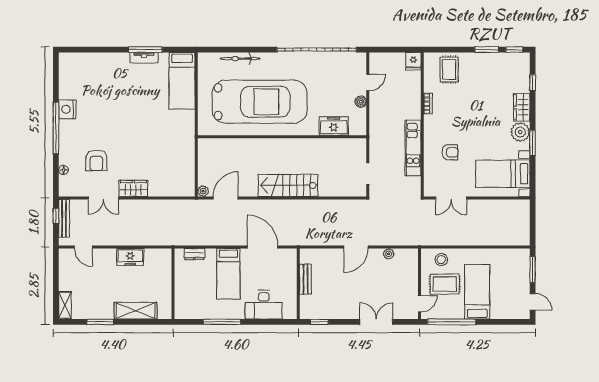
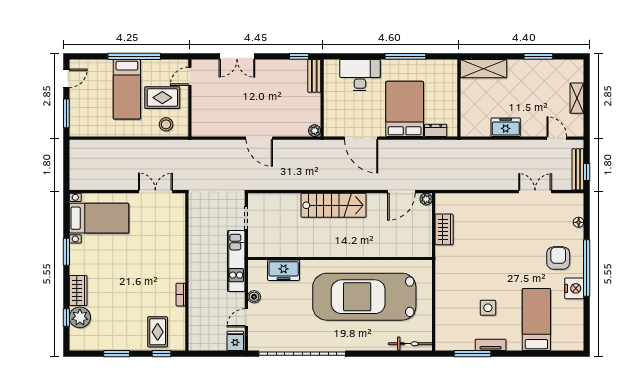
window: (145, 50) -> (472, 354), moved
window: (514, 50) -> (161, 354), moved
bicycle: (240, 59) -> (410, 344), moved
fridge: (413, 61) -> (235, 341), moved
bed: (182, 81) -> (536, 320), moved
side table: (146, 92) -> (488, 308), added
plant: (520, 132) -> (80, 317), moved
kitchen unit: (413, 148) -> (236, 261), moved, turned 180
armchair: (450, 152) -> (157, 241), removed
armchair: (96, 161) -> (558, 258), moved
wardrobe: (133, 188) -> (444, 229), moved, turned -90
door: (356, 247) -> (259, 138), swing flipped
plant: (389, 254) -> (315, 131), moved
bed: (228, 274) -> (405, 109), width x1.50
bench: (306, 279) -> (314, 76), moved
door: (533, 302) -> (66, 78), swing flipped
shelving: (65, 305) -> (577, 98), moved
shelving: (136, 311) -> (483, 69), moved
window: (452, 322) -> (134, 56), moved

